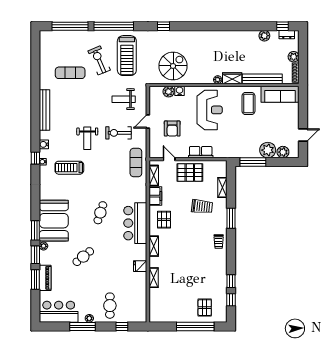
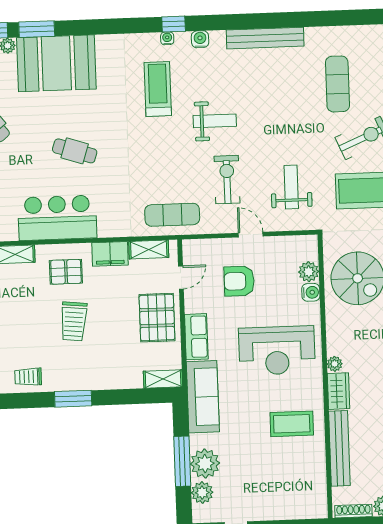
sofa: (280, 94) -> (203, 397), moved, turned 180
weight bench: (87, 138) -> (215, 121), turned 180
window: (253, 162) -> (182, 461), moved
shelving: (222, 188) -> (163, 379), moved
trolley: (202, 207) -> (74, 321), moved

